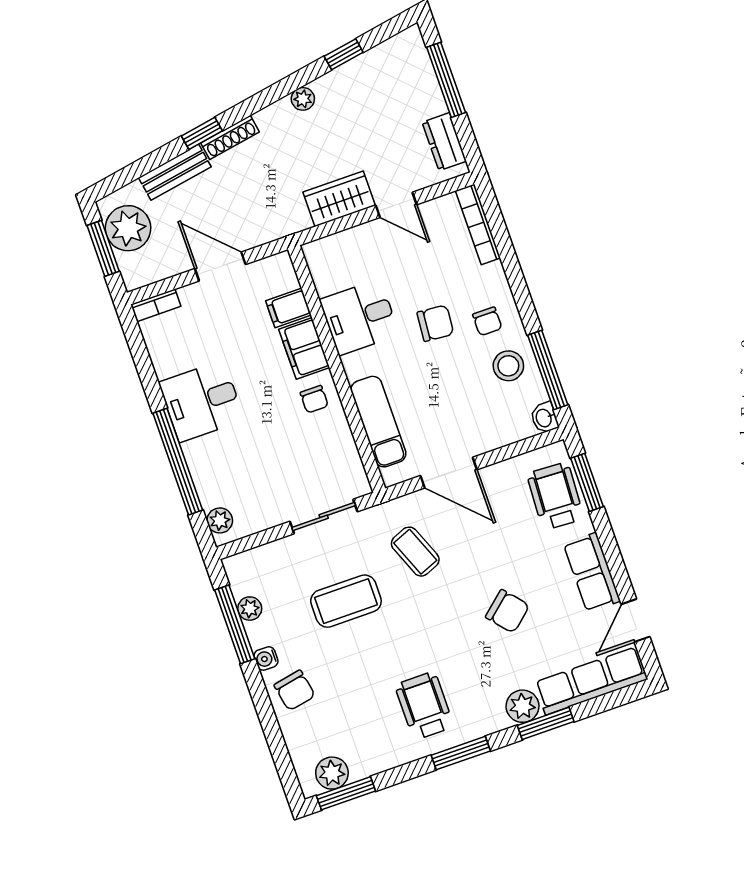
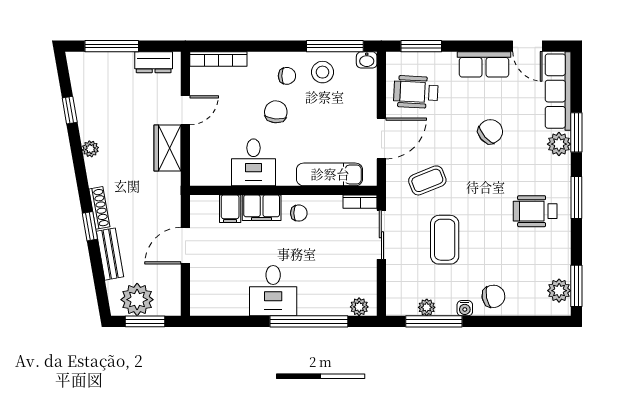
bookcase: (156, 305) -> (360, 202), moved, turned 90
wheelchair: (555, 496) -> (416, 92), moved

